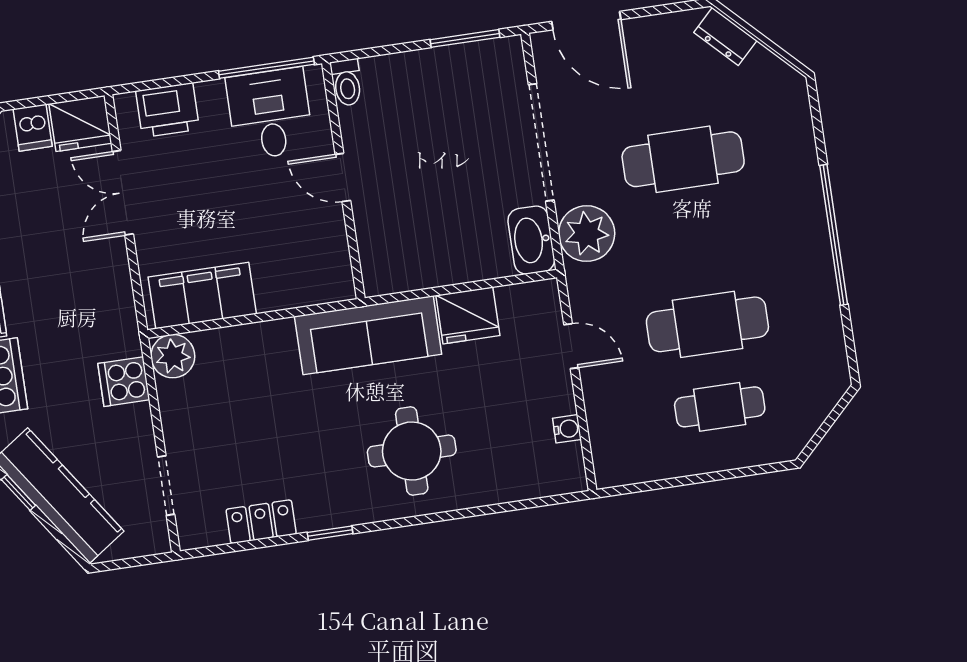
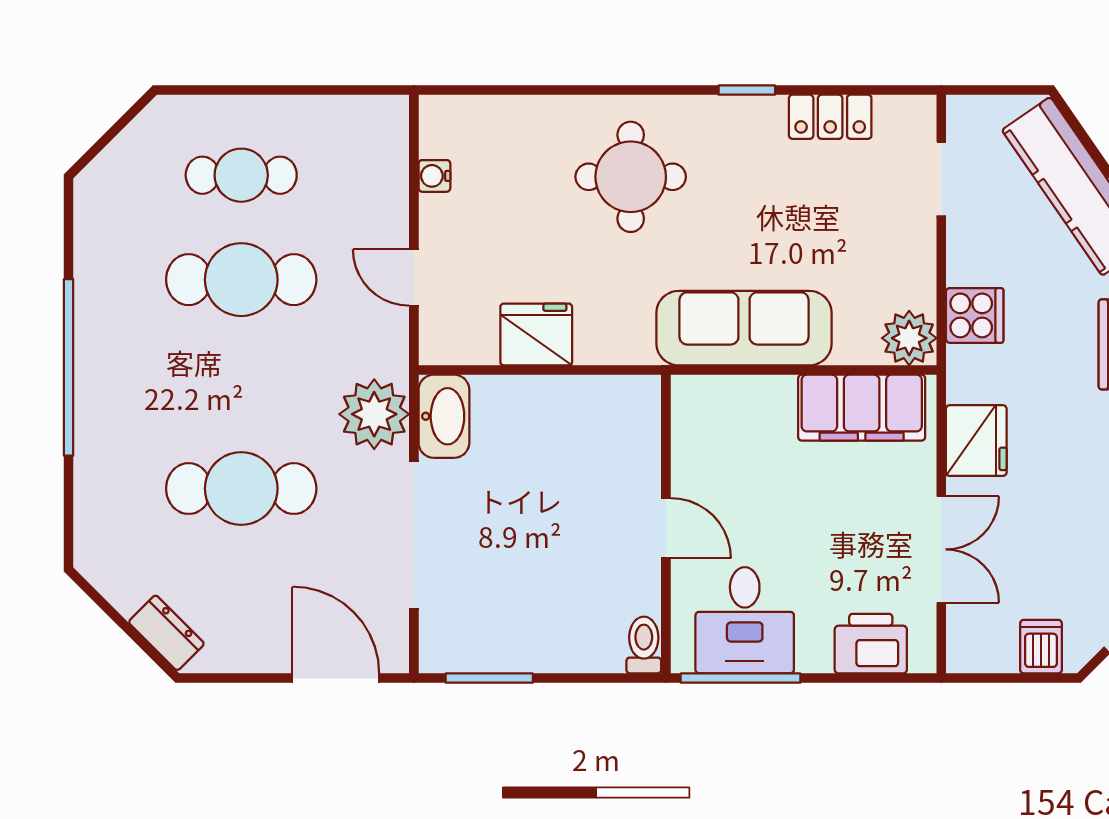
fridge: (80, 124) -> (976, 441), moved, turned 90
sofa: (368, 335) -> (744, 328), moved

